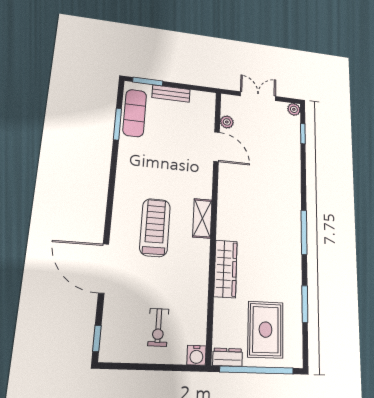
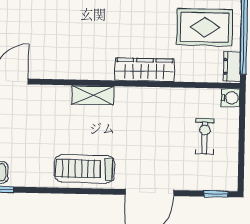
treadmill: (155, 227) -> (85, 169), moved
exercise bike: (158, 327) -> (205, 136), turned -90

